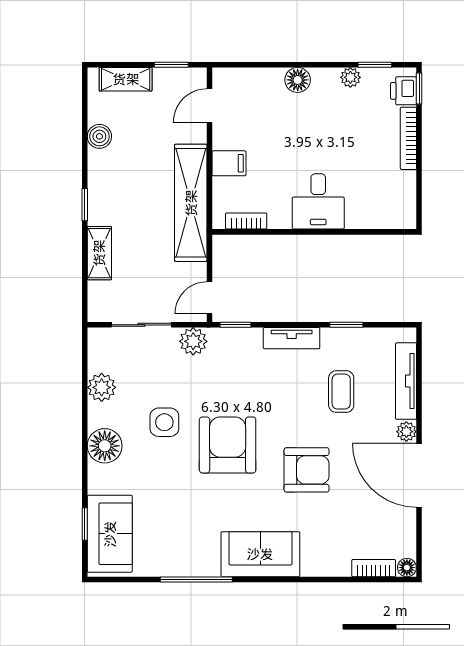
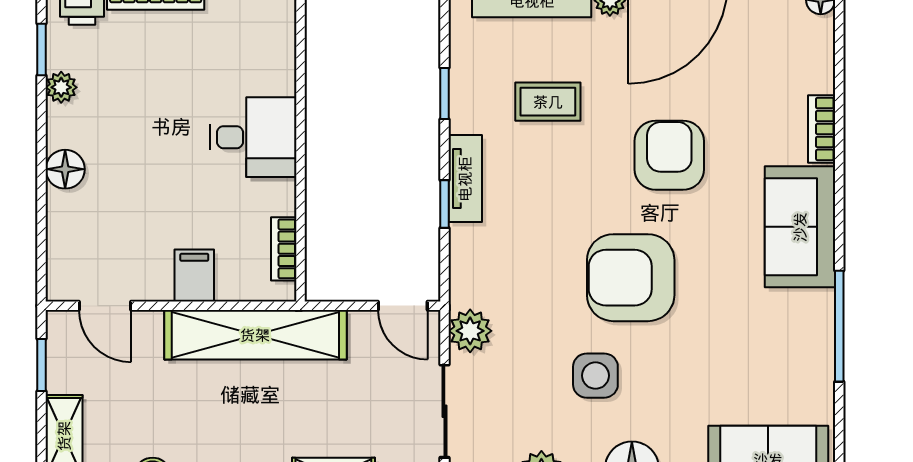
window: (236, 325) -> (444, 204), moved
bookcase: (374, 568) -> (822, 129), moved

